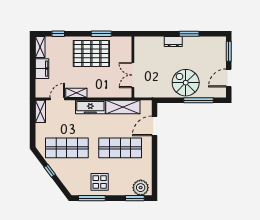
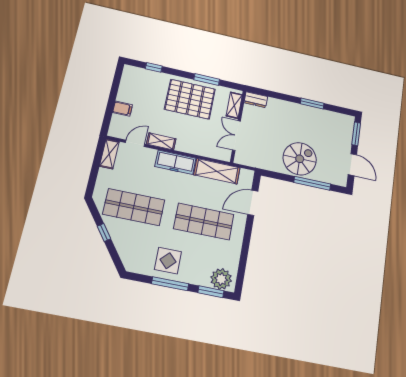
dresser: (173, 41) -> (256, 100), moved
shelving: (40, 47) -> (234, 105), moved
filing cabinet: (42, 69) -> (123, 109), width x0.50
door: (229, 78) -> (352, 165), swing flipped
spiral stairs: (186, 83) -> (300, 159), turned 90
window: (92, 198) -> (170, 284), moved

